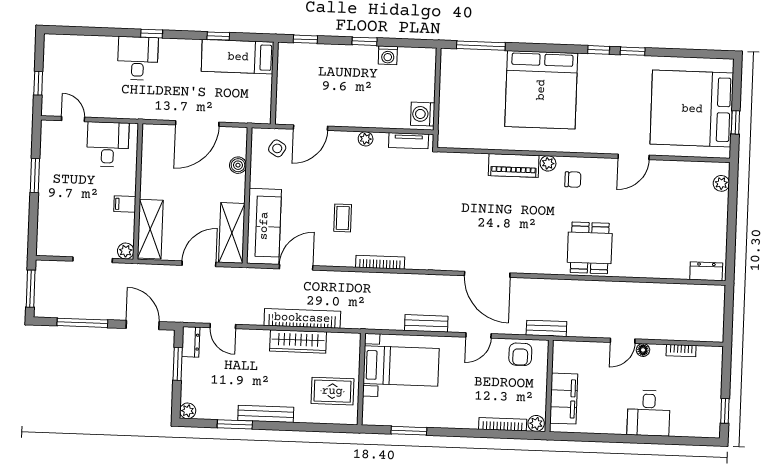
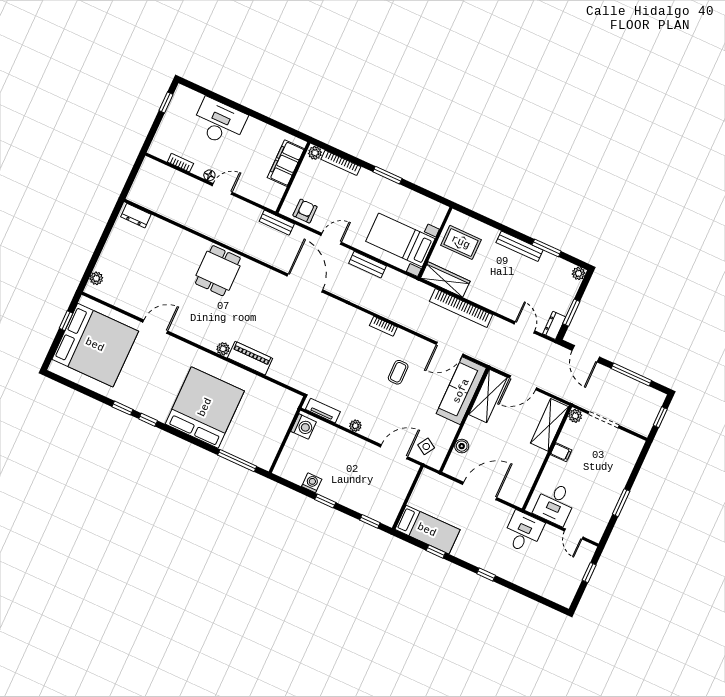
desk: (138, 58) -> (523, 532), moved, turned 180
chair: (573, 179) -> (209, 329), removed
bookcase: (380, 262) -> (383, 326), width x0.64
window: (31, 289) -> (660, 417), width x0.67
wardrobe: (298, 341) -> (445, 280), moved
desk: (649, 413) -> (219, 122), width x1.37
window: (409, 431) -> (387, 175), moved

